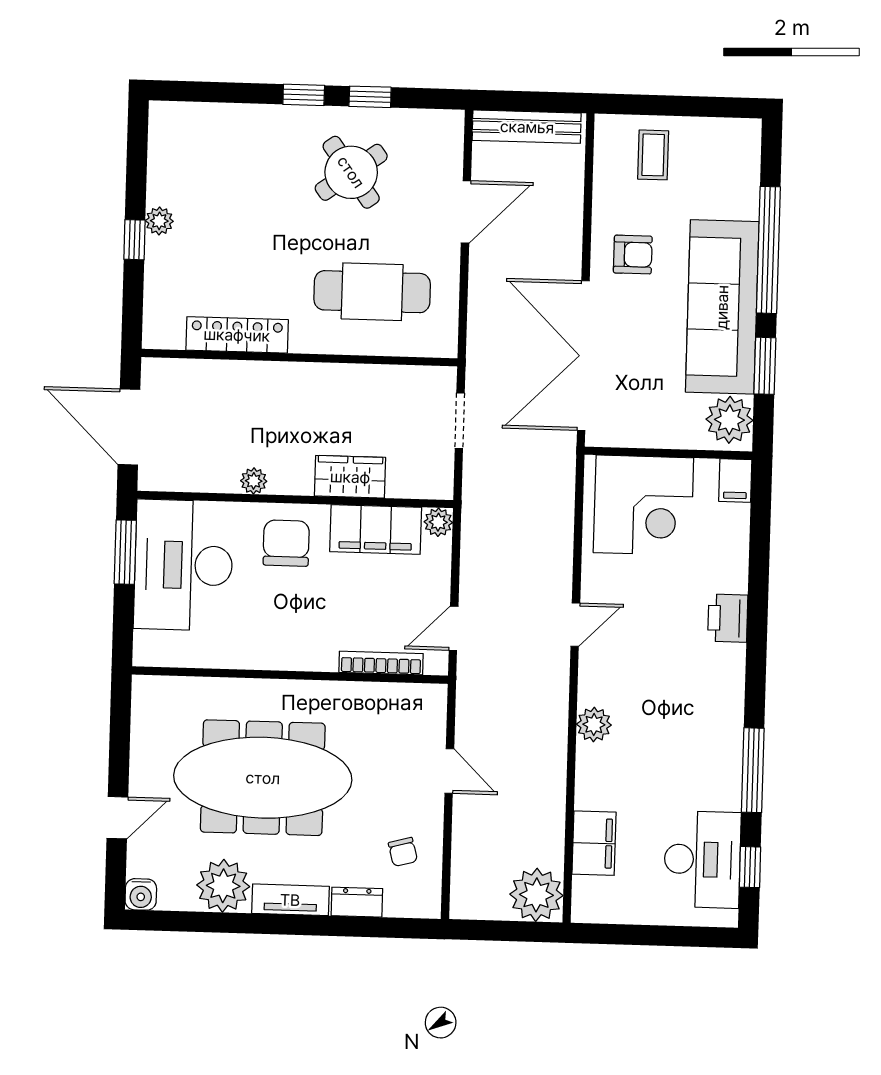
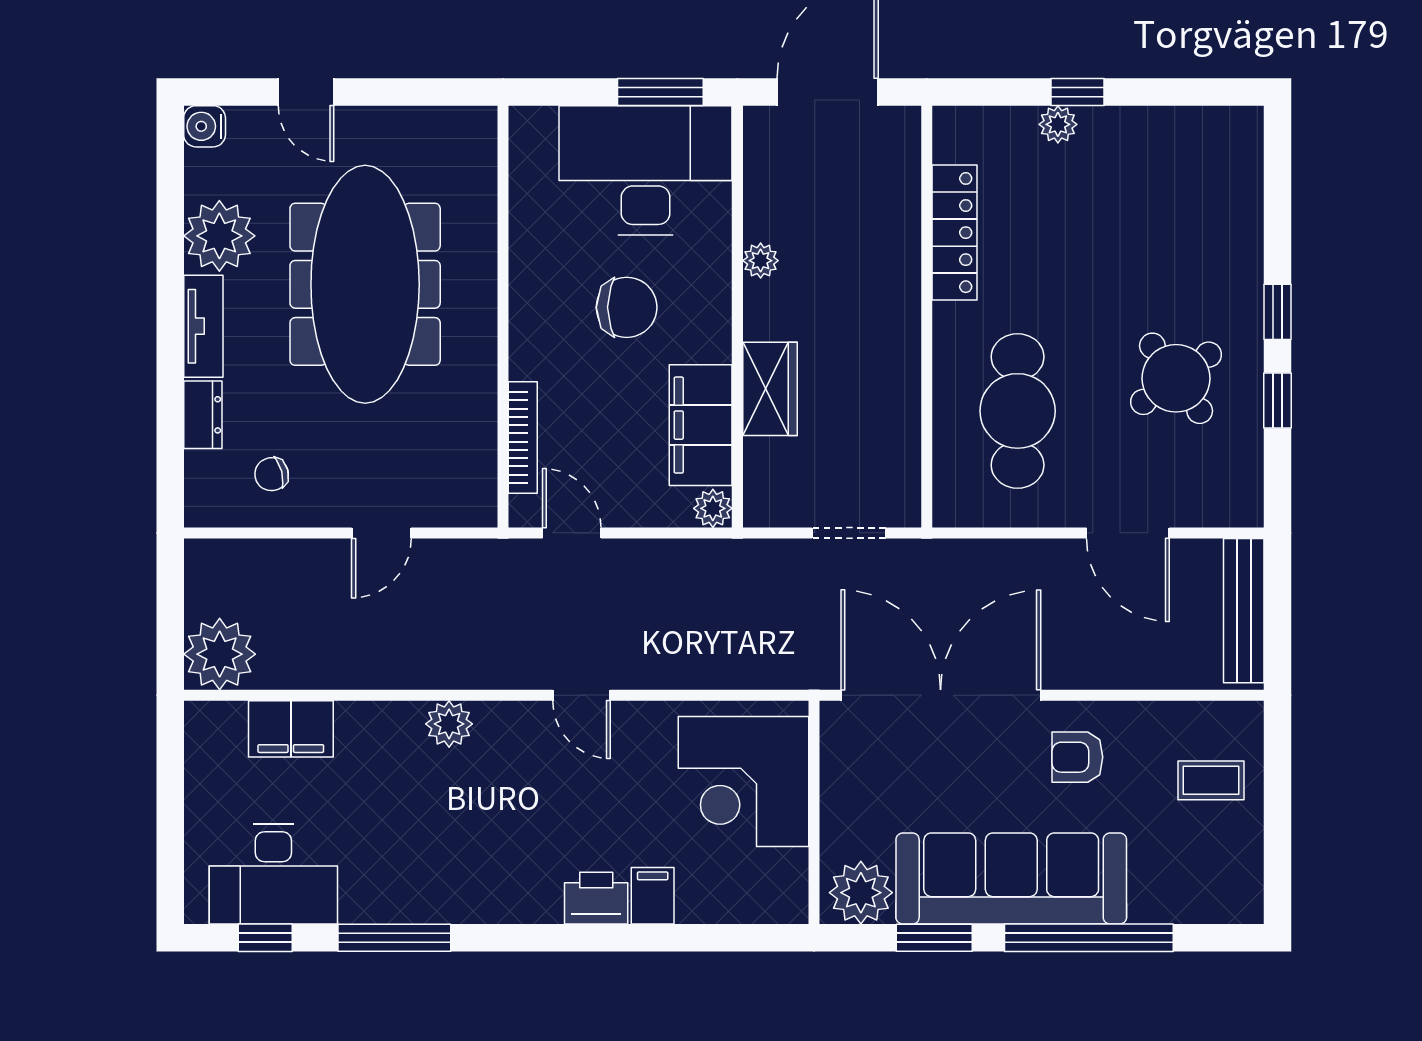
plant: (159, 221) -> (1058, 124), moved
armchair: (633, 255) -> (1077, 757), turned 90
filing cabinet: (735, 480) -> (653, 896), moved, turned 90
chair: (286, 543) -> (627, 307), moved

